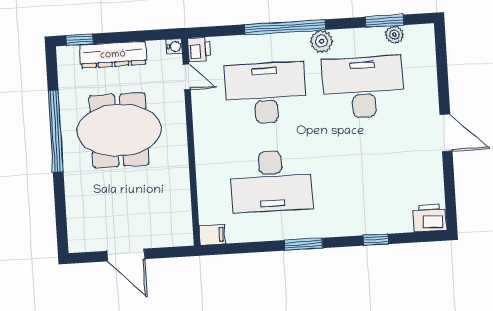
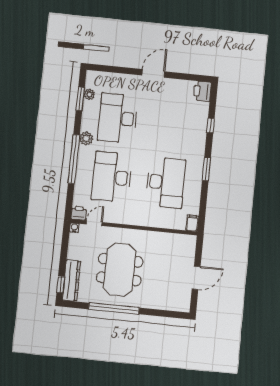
dresser: (113, 55) -> (72, 280), moved

